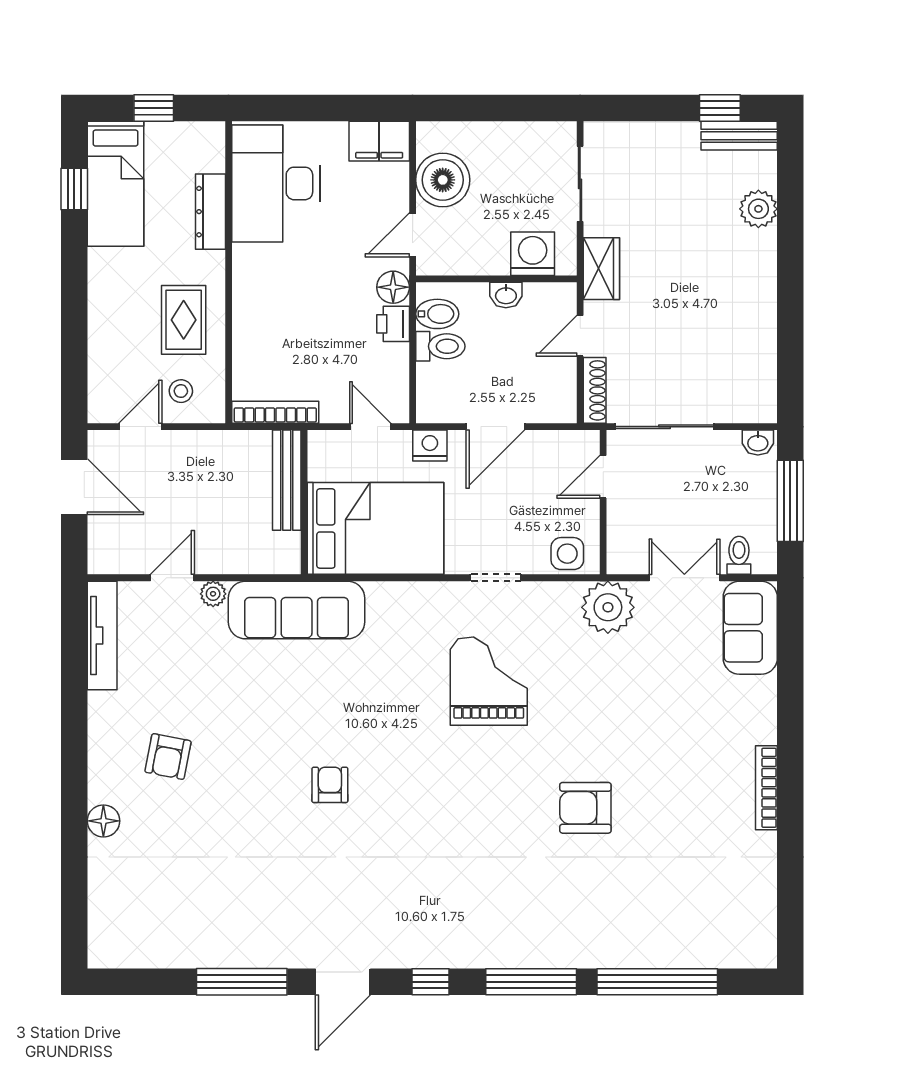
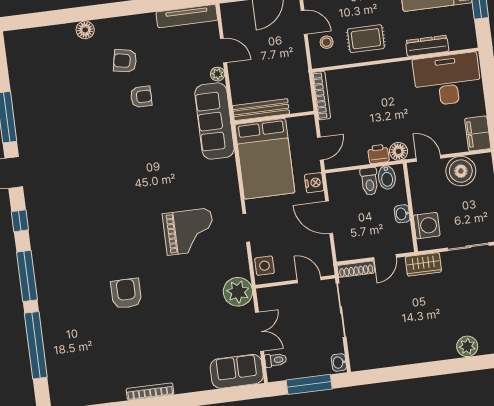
door: (580, 336) -> (385, 257), swing flipped
bench: (287, 480) -> (261, 110), moved
armchair: (330, 785) -> (141, 97), moved

